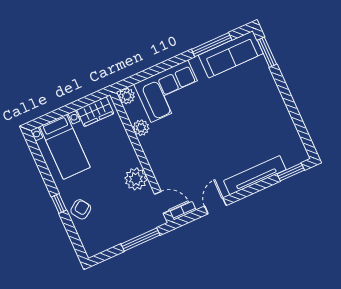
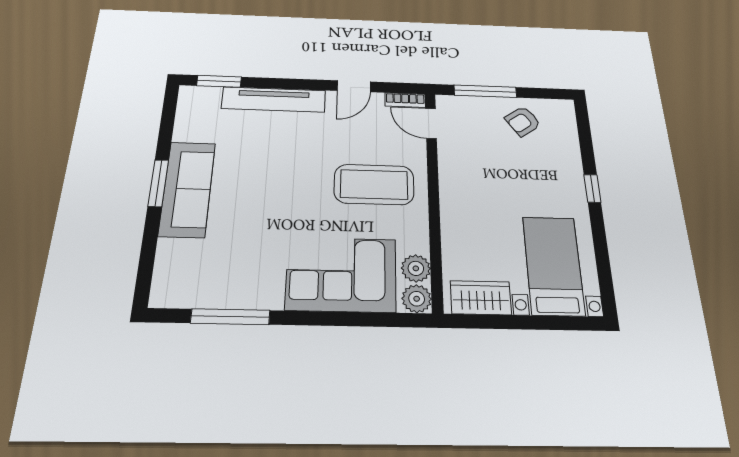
window: (267, 52) -> (158, 183), moved
sofa: (231, 54) -> (187, 189), moved, turned 90
plant: (141, 128) -> (416, 268), moved
coffee table: (176, 149) -> (374, 184), added
plant: (136, 179) -> (457, 171), removed
armchair: (81, 209) -> (523, 121), moved

